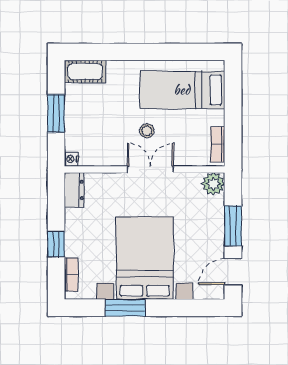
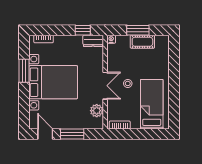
cot: (85, 71) -> (142, 42), moved, turned 90
plant: (213, 184) -> (97, 111), moved
window: (56, 244) -> (83, 30), moved

